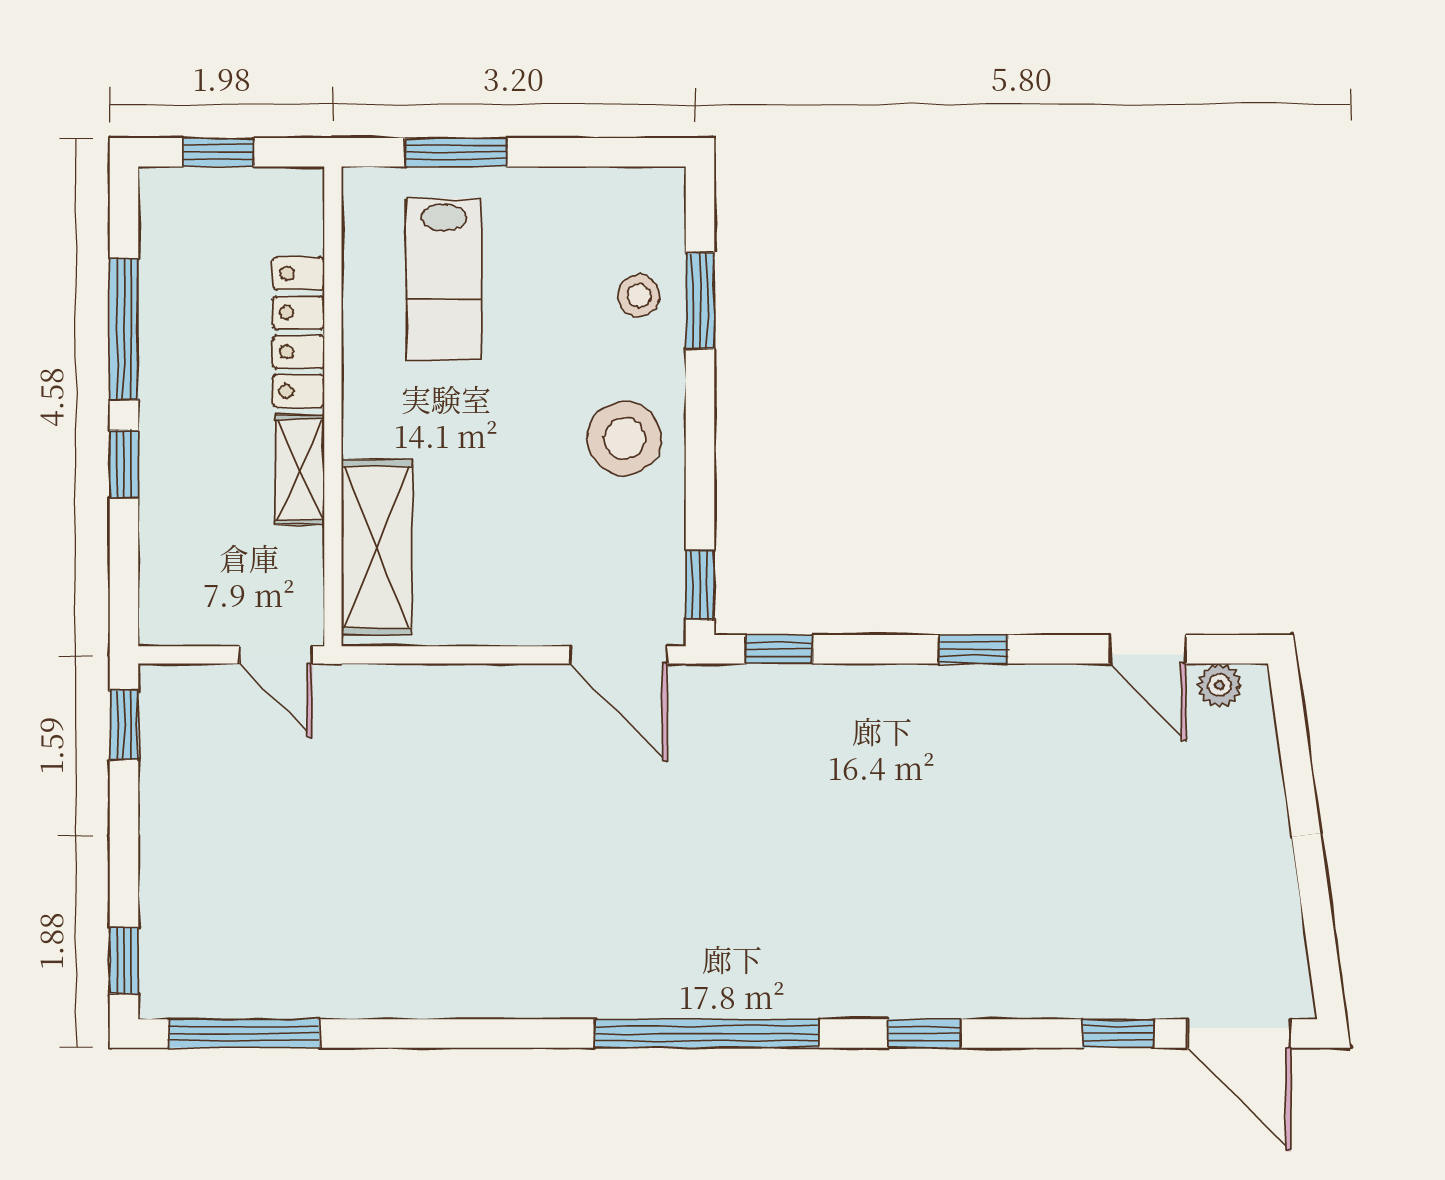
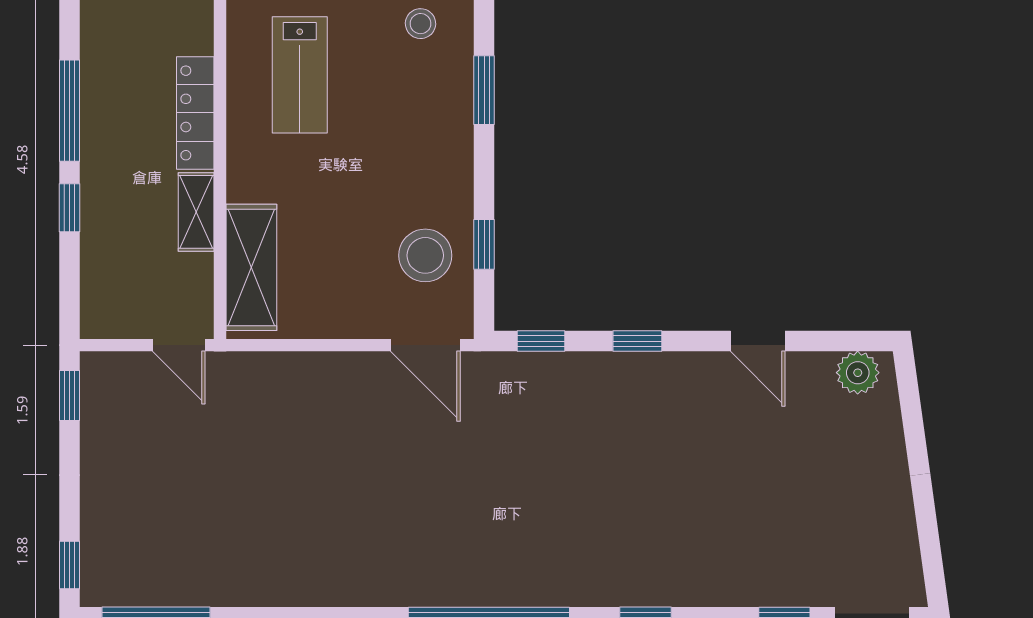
stool: (639, 296) -> (420, 24), moved
stool: (624, 439) -> (425, 255), moved
window: (700, 585) -> (484, 244), moved
window: (973, 649) -> (637, 341), moved
door: (1148, 649) -> (758, 341), moved
plant: (1220, 685) -> (858, 373), width x1.38, depth x1.38

